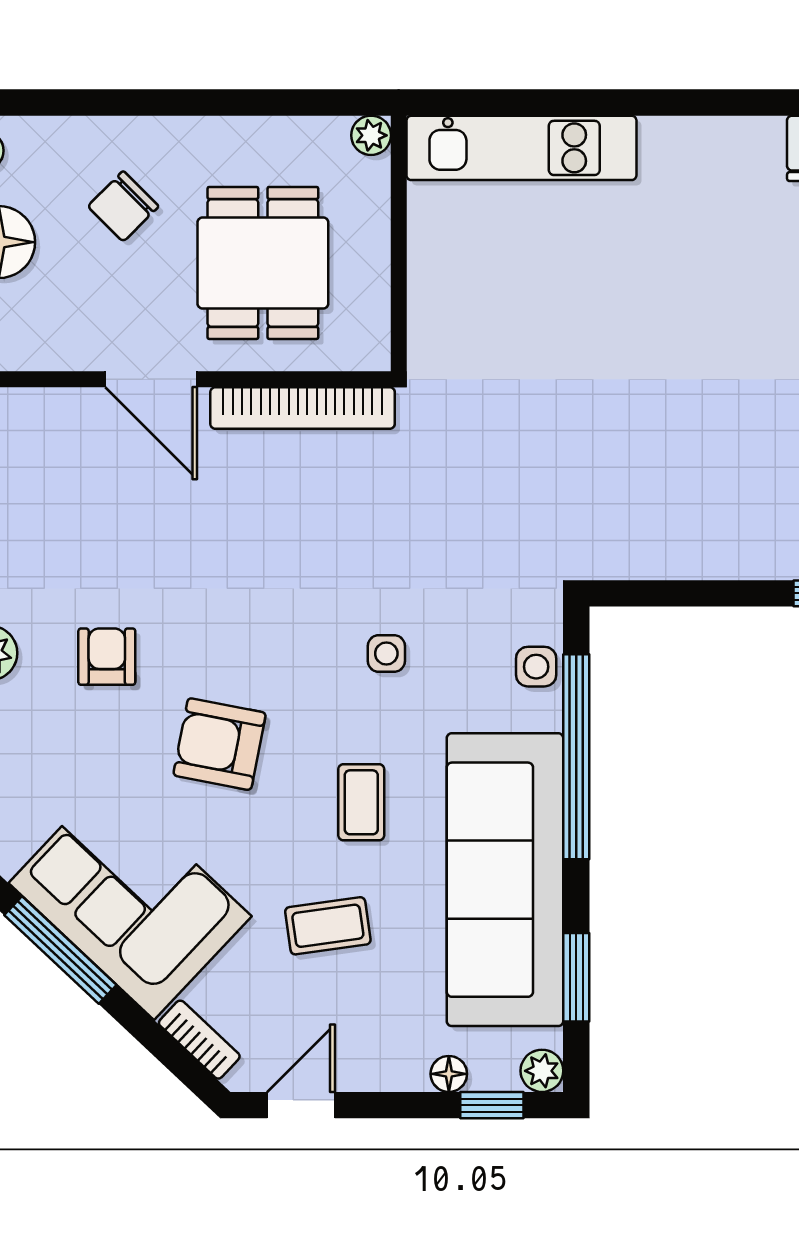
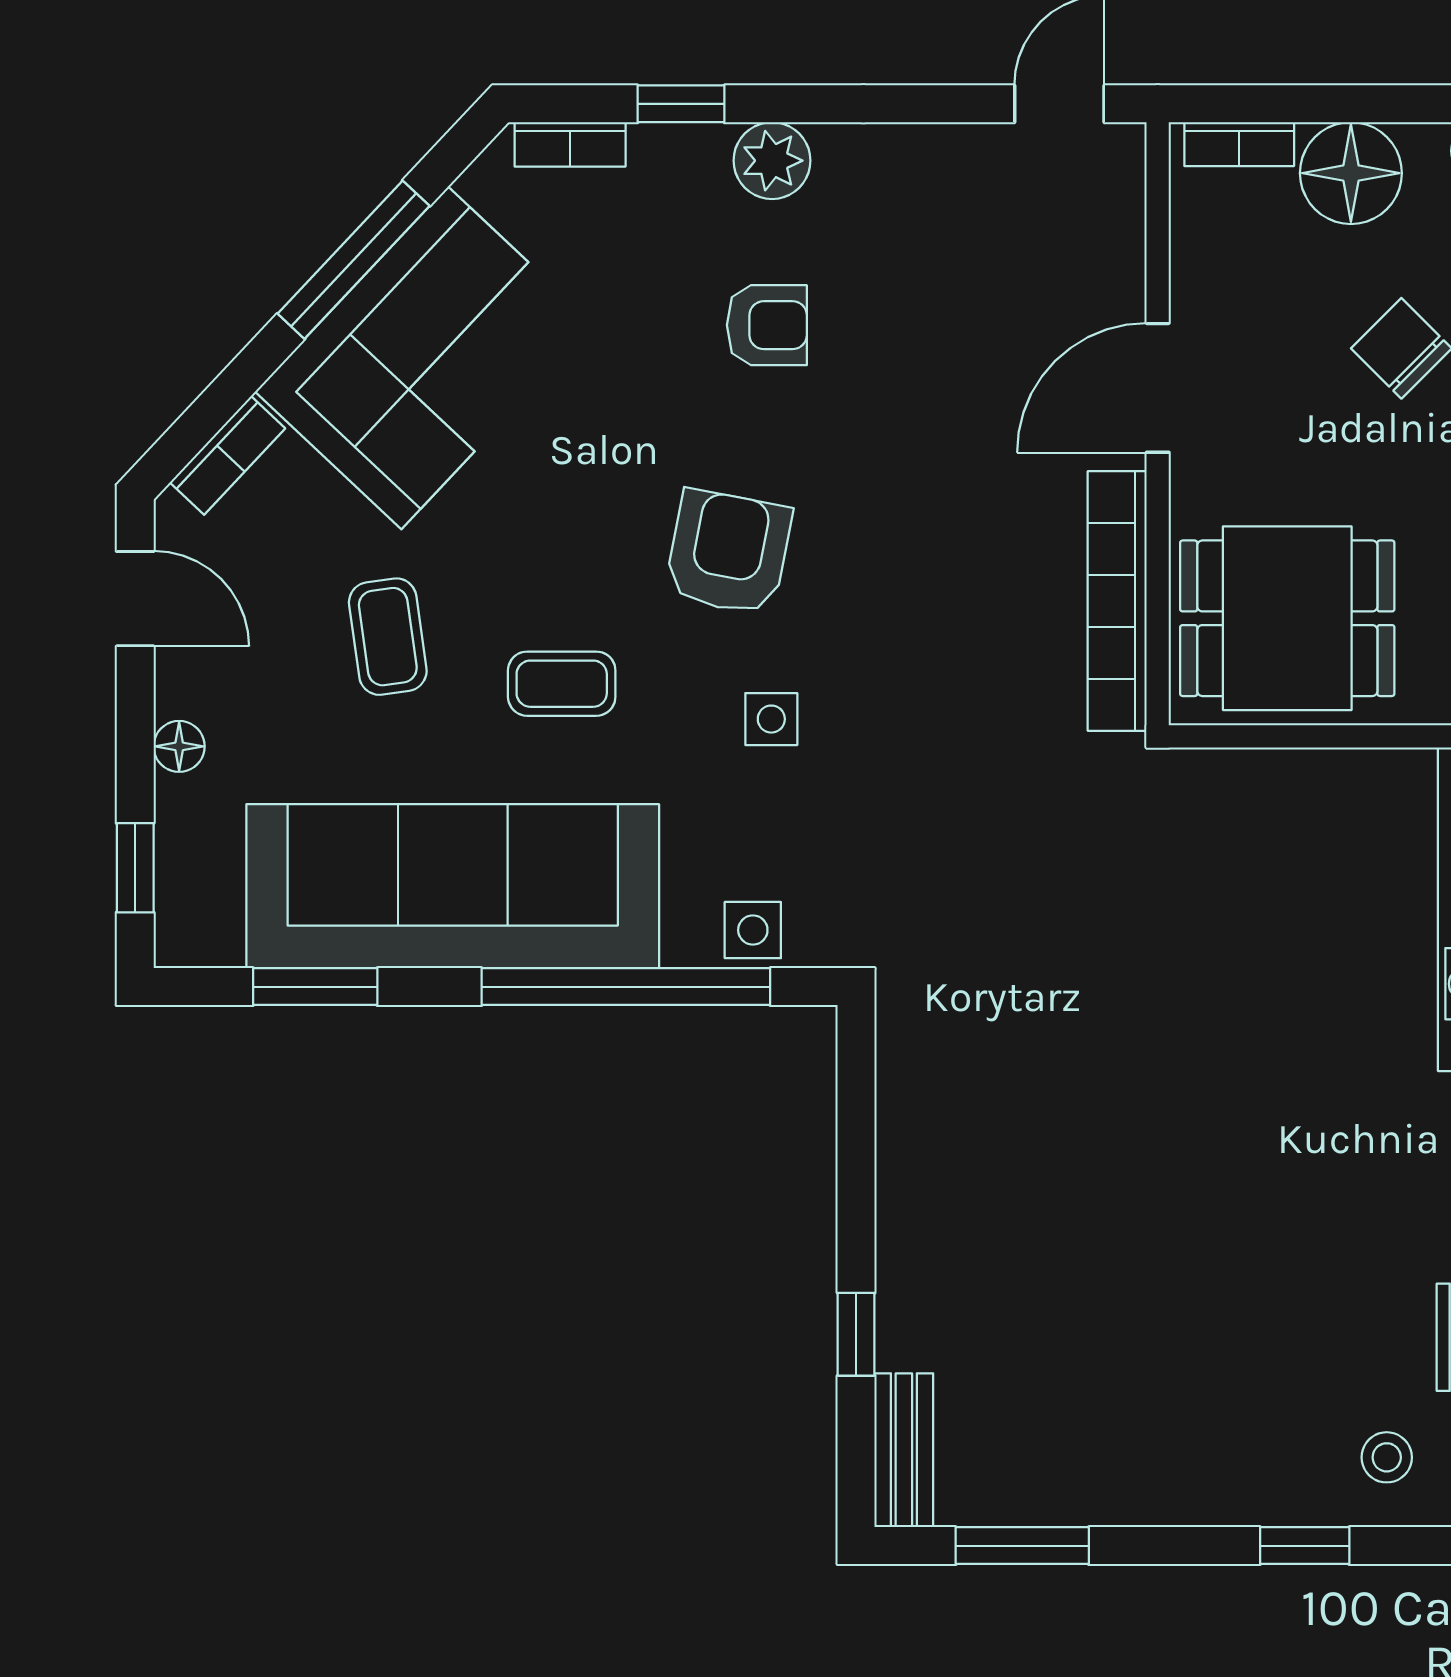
dining table: (263, 263) -> (1287, 618), moved
armchair: (220, 744) -> (728, 552), moved
plant: (542, 1071) -> (184, 938), removed
floor lamp: (449, 1074) -> (179, 746), moved

